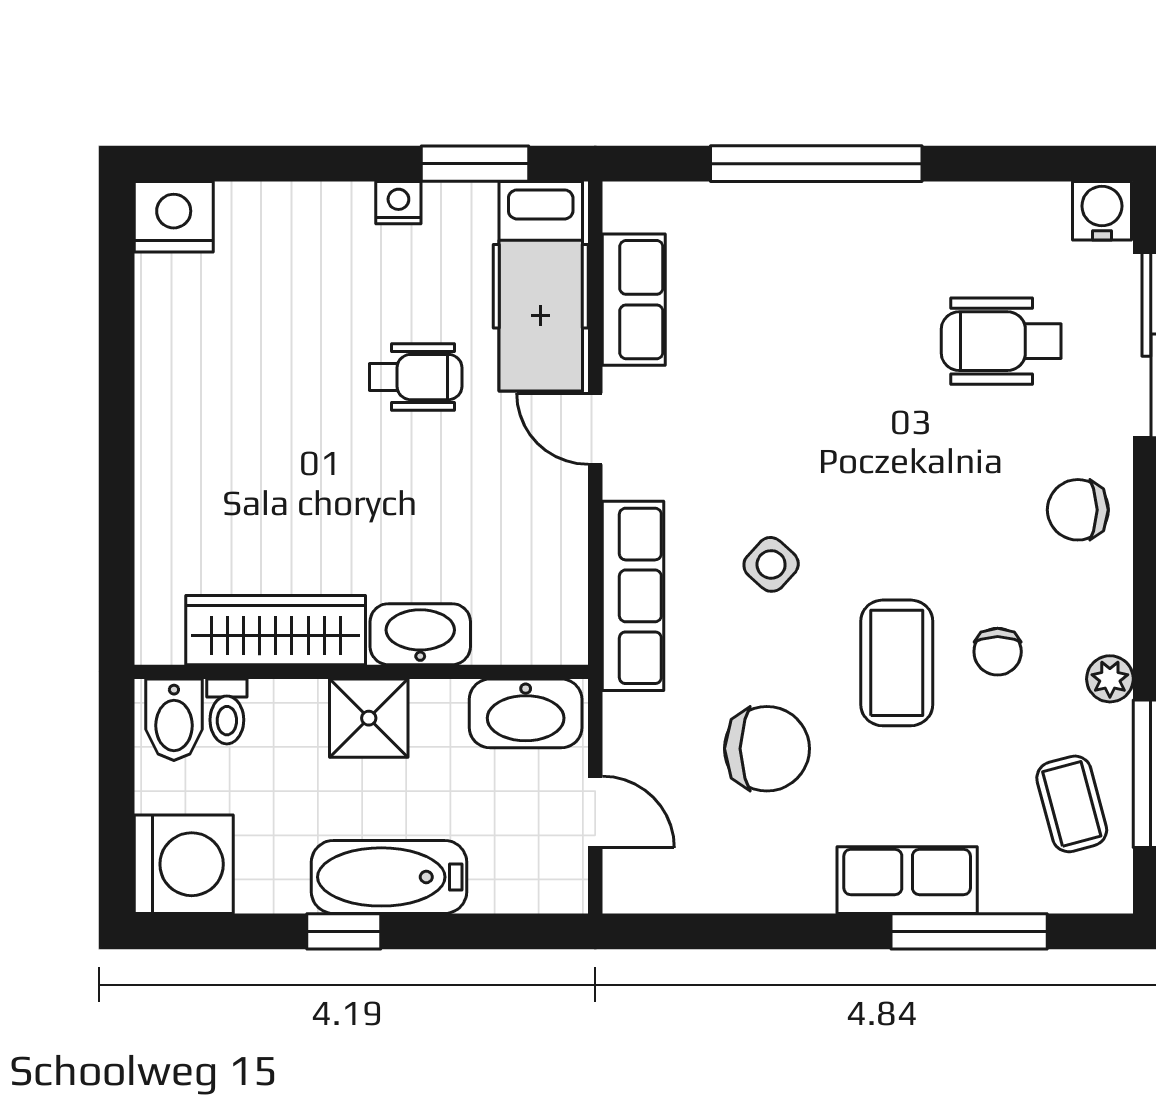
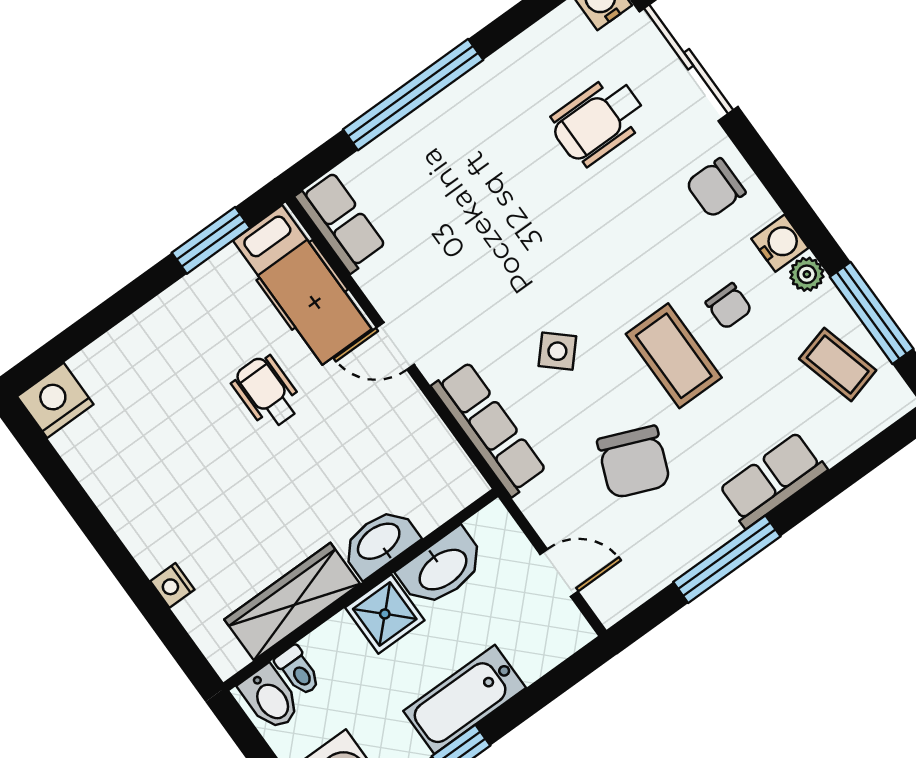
nightstand: (398, 203) -> (172, 585), moved, turned -90
row of seats: (634, 300) -> (341, 222), moved
wheelchair: (416, 377) -> (267, 392), turned -90
water cooler: (1105, 623) -> (780, 243), added
washbasin: (526, 713) -> (442, 568), moved
chair: (767, 749) -> (634, 462), turned 112
window: (969, 931) -> (727, 559), moved

